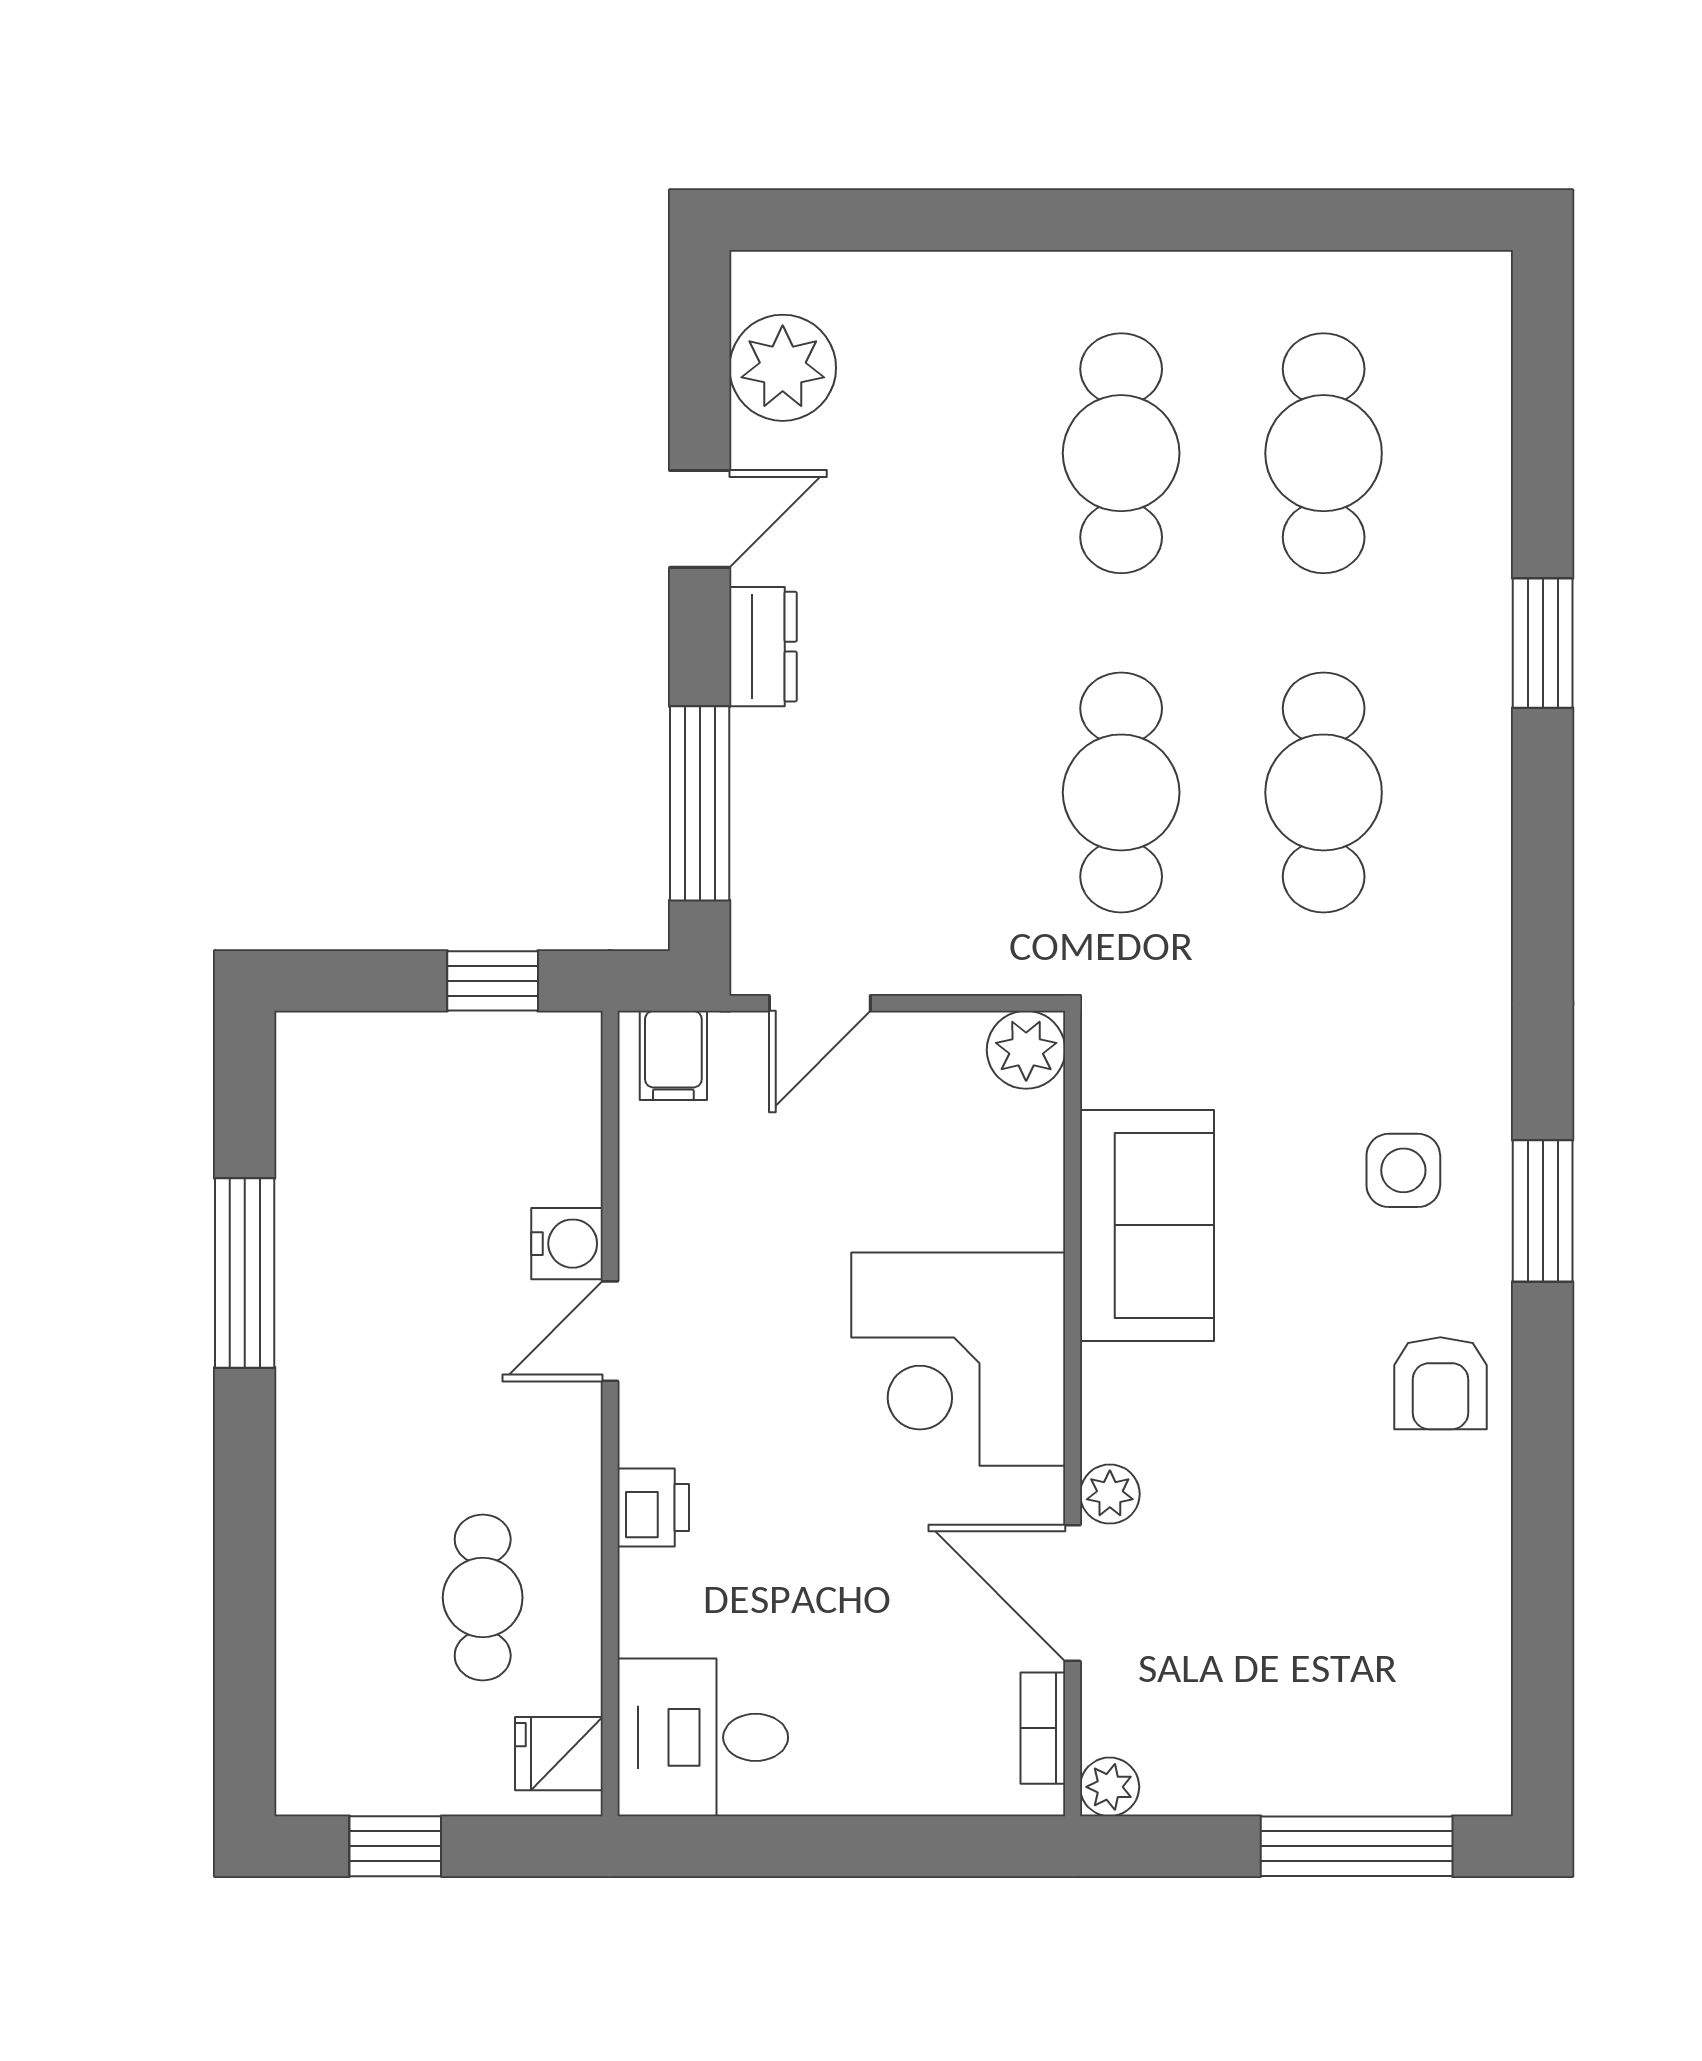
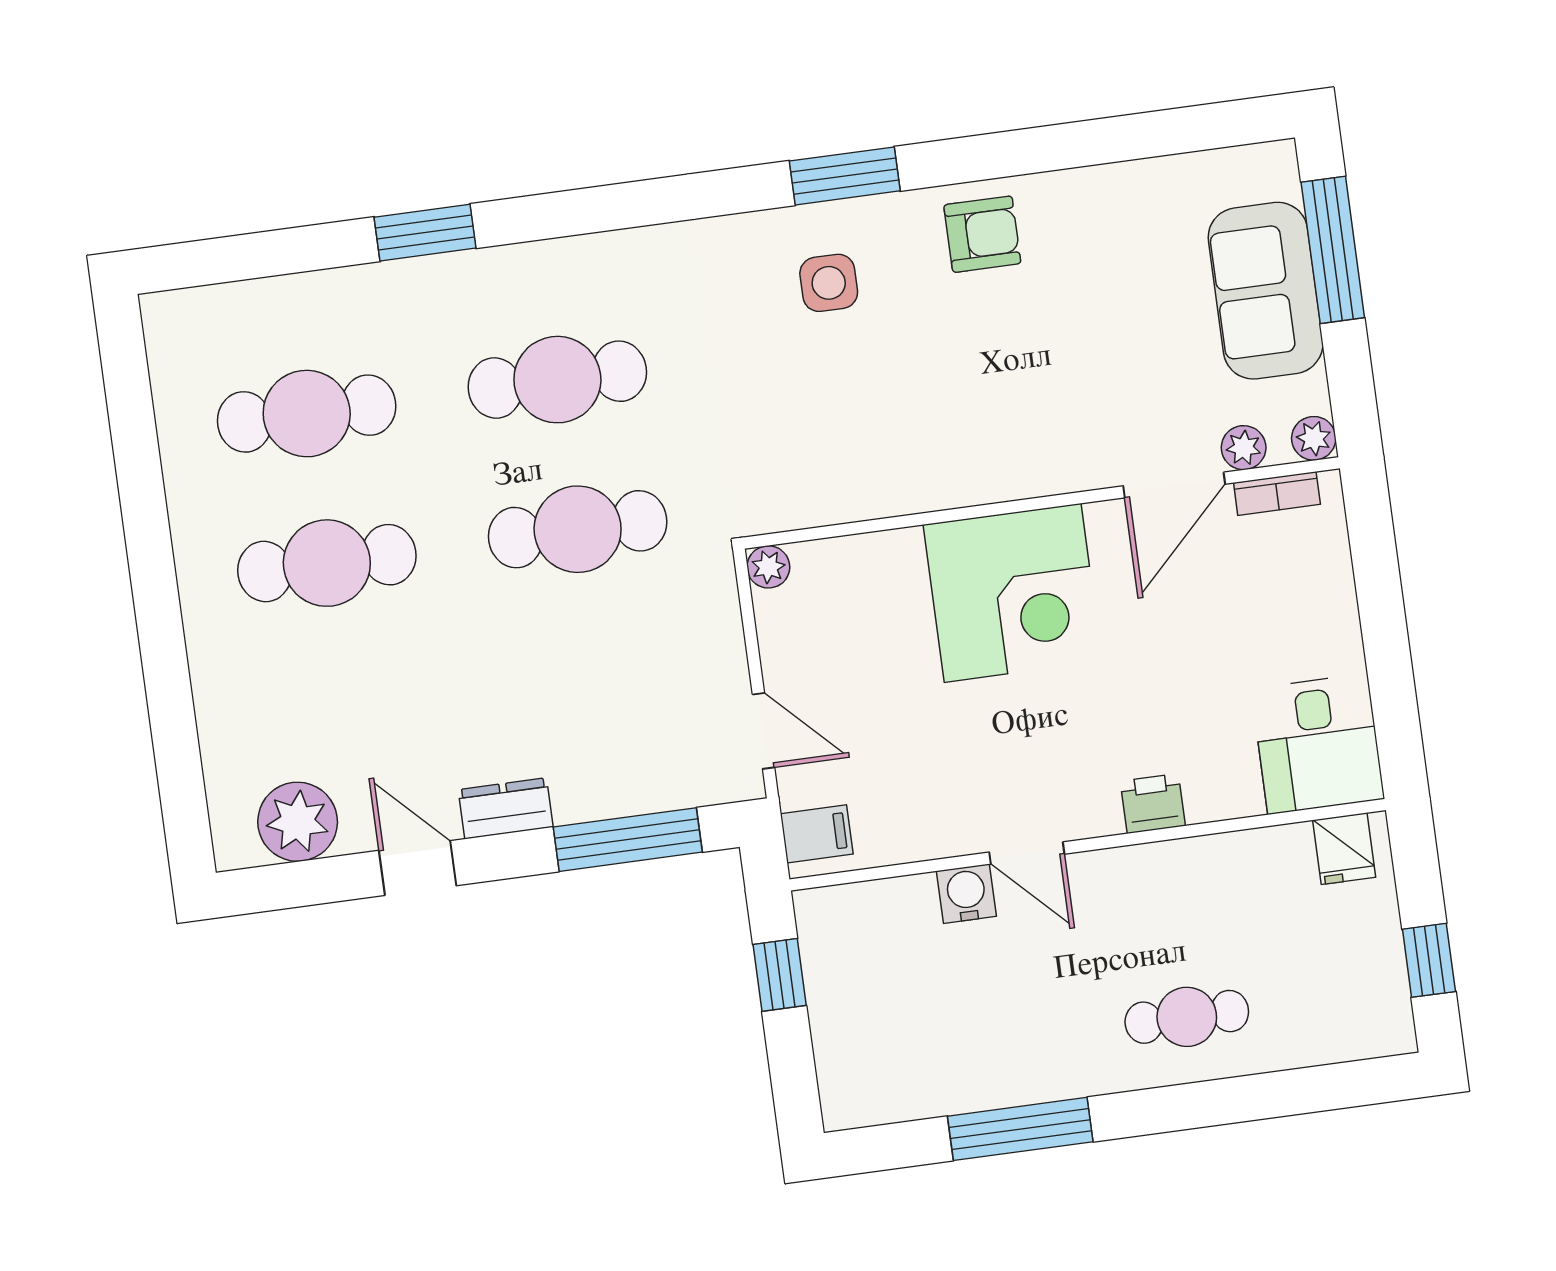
plant: (1026, 1050) -> (768, 567), width x0.73, depth x0.73
sofa: (1147, 1225) -> (1266, 291), moved, turned -90
plant: (1110, 1494) -> (1244, 448), moved
cafe table: (483, 1597) -> (1187, 1017), moved

